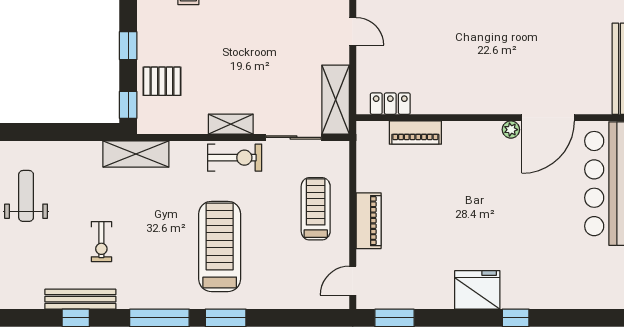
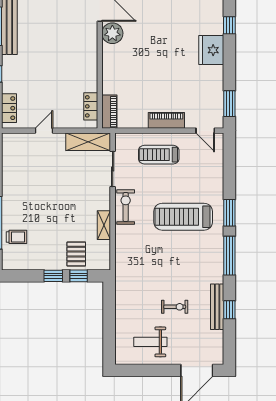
window: (128, 105) -> (79, 276), moved
shelving: (231, 124) -> (104, 225), moved
plant: (511, 130) -> (112, 33), width x1.87, depth x1.87
piano: (415, 133) -> (109, 112), moved
shelving: (136, 154) -> (123, 271), removed
exercise bike: (101, 242) -> (175, 307), moved

